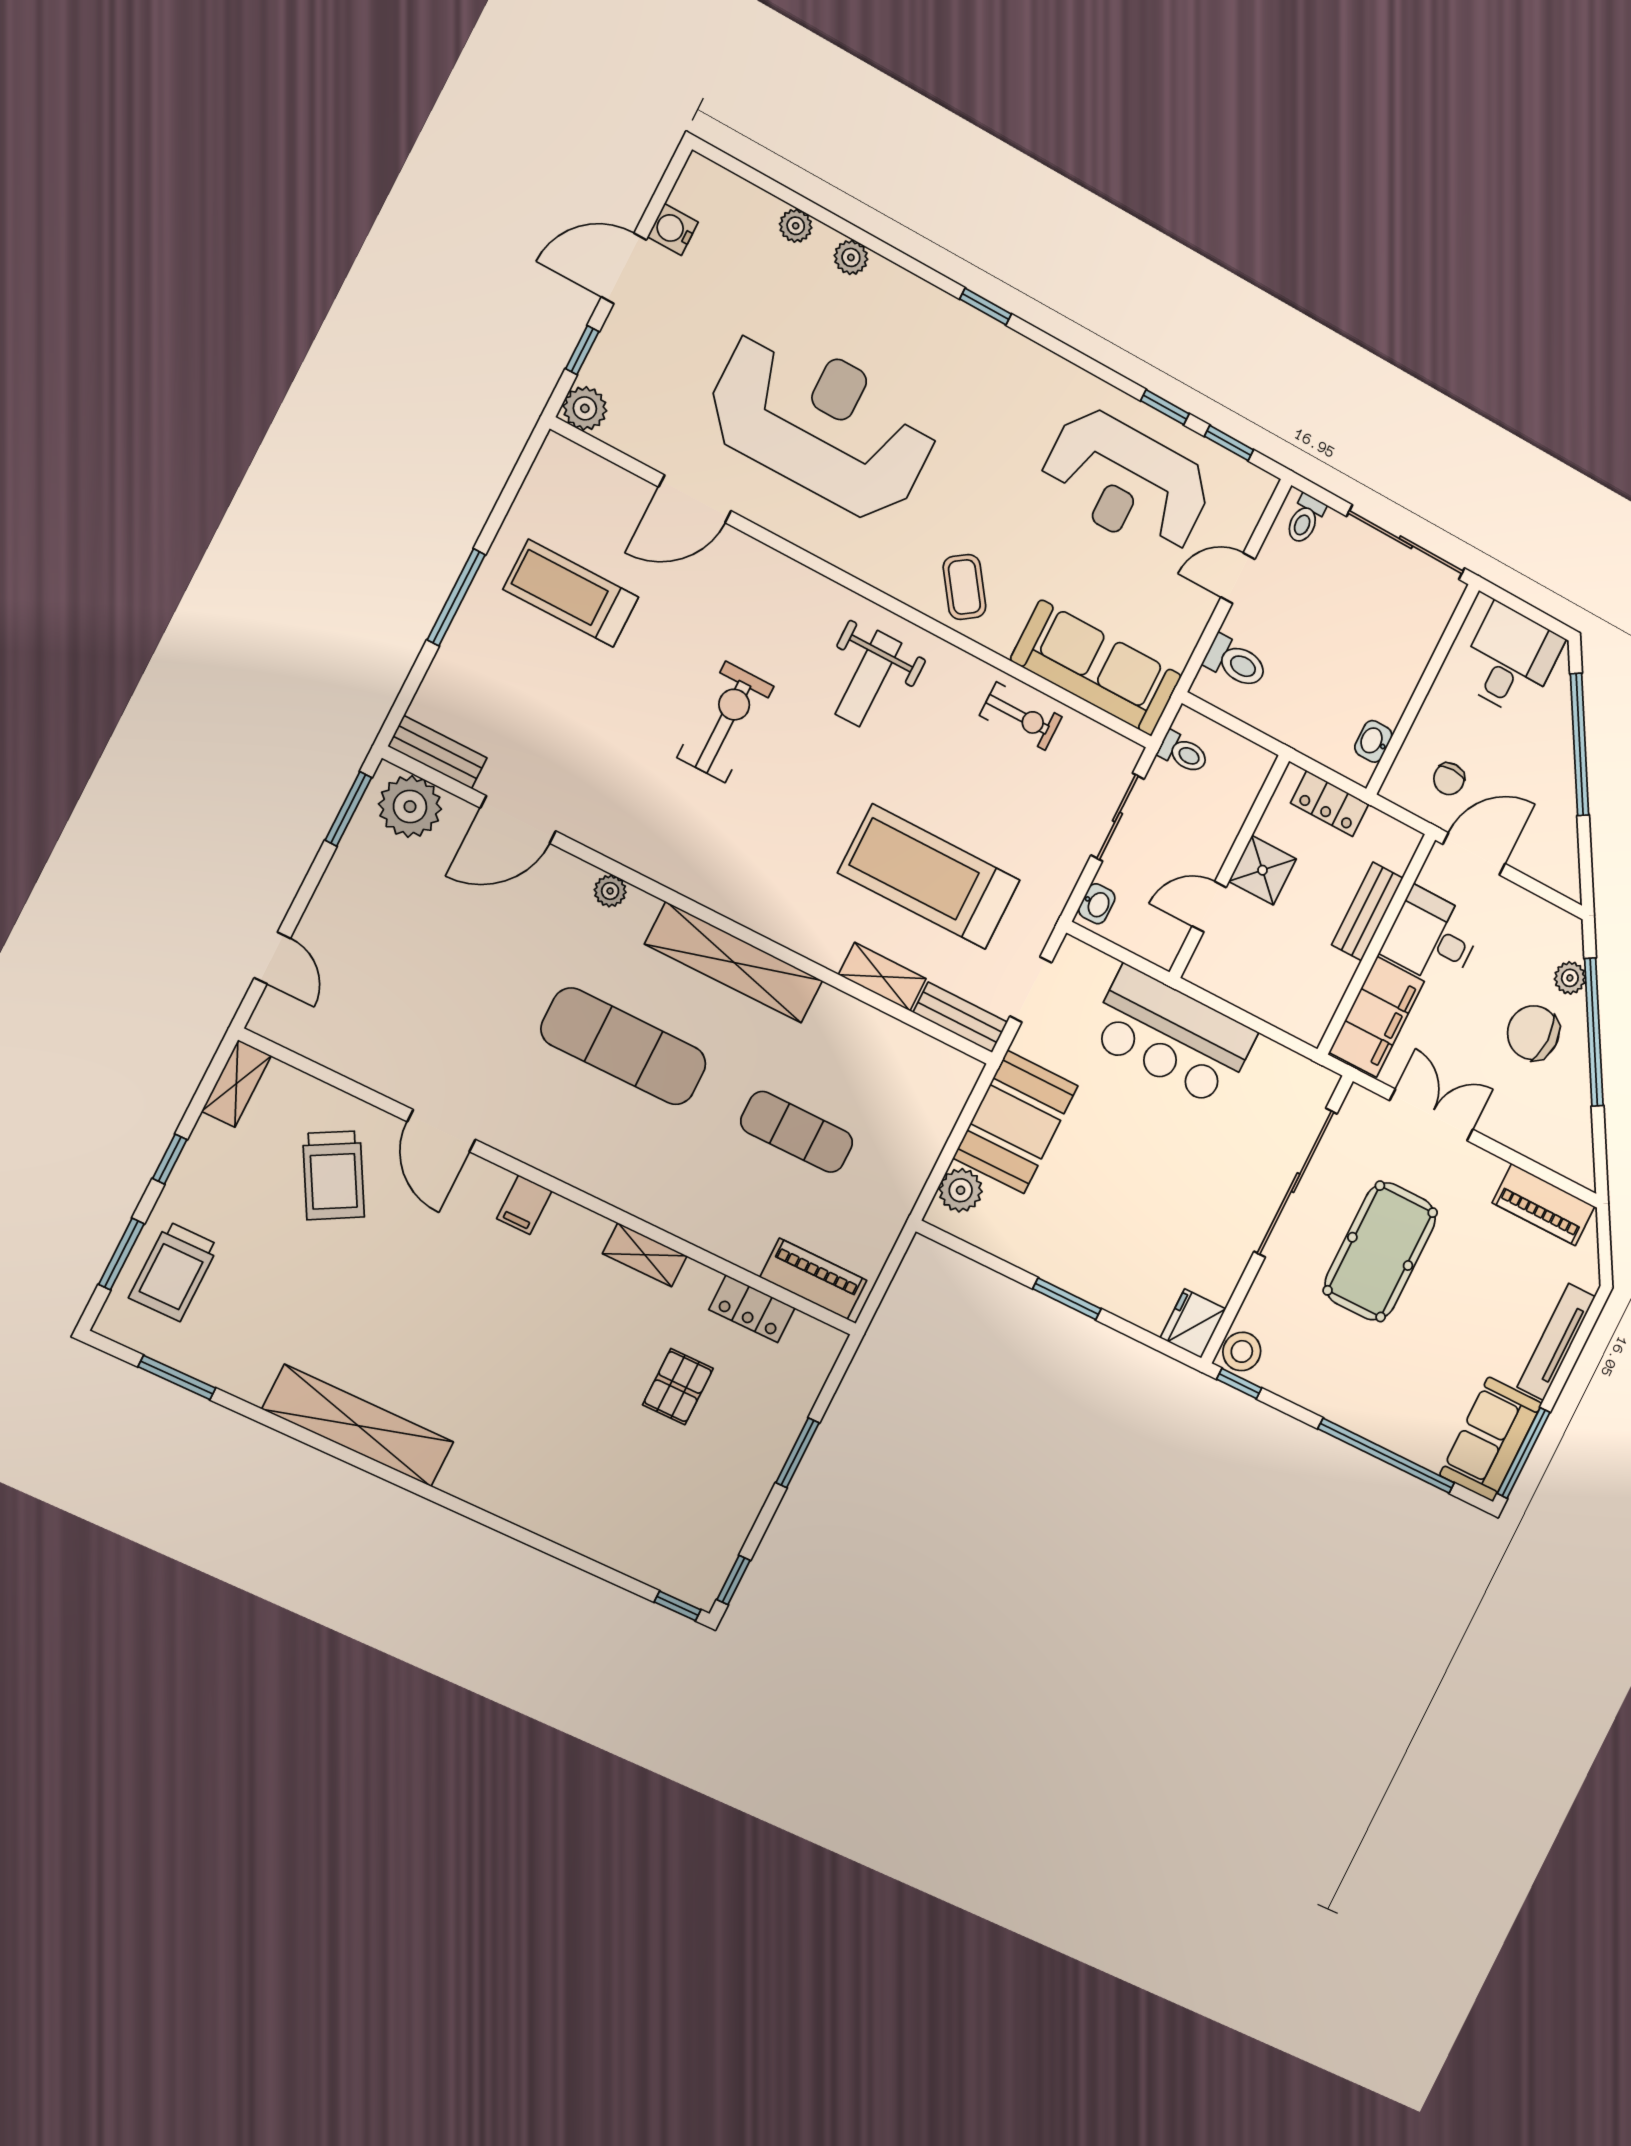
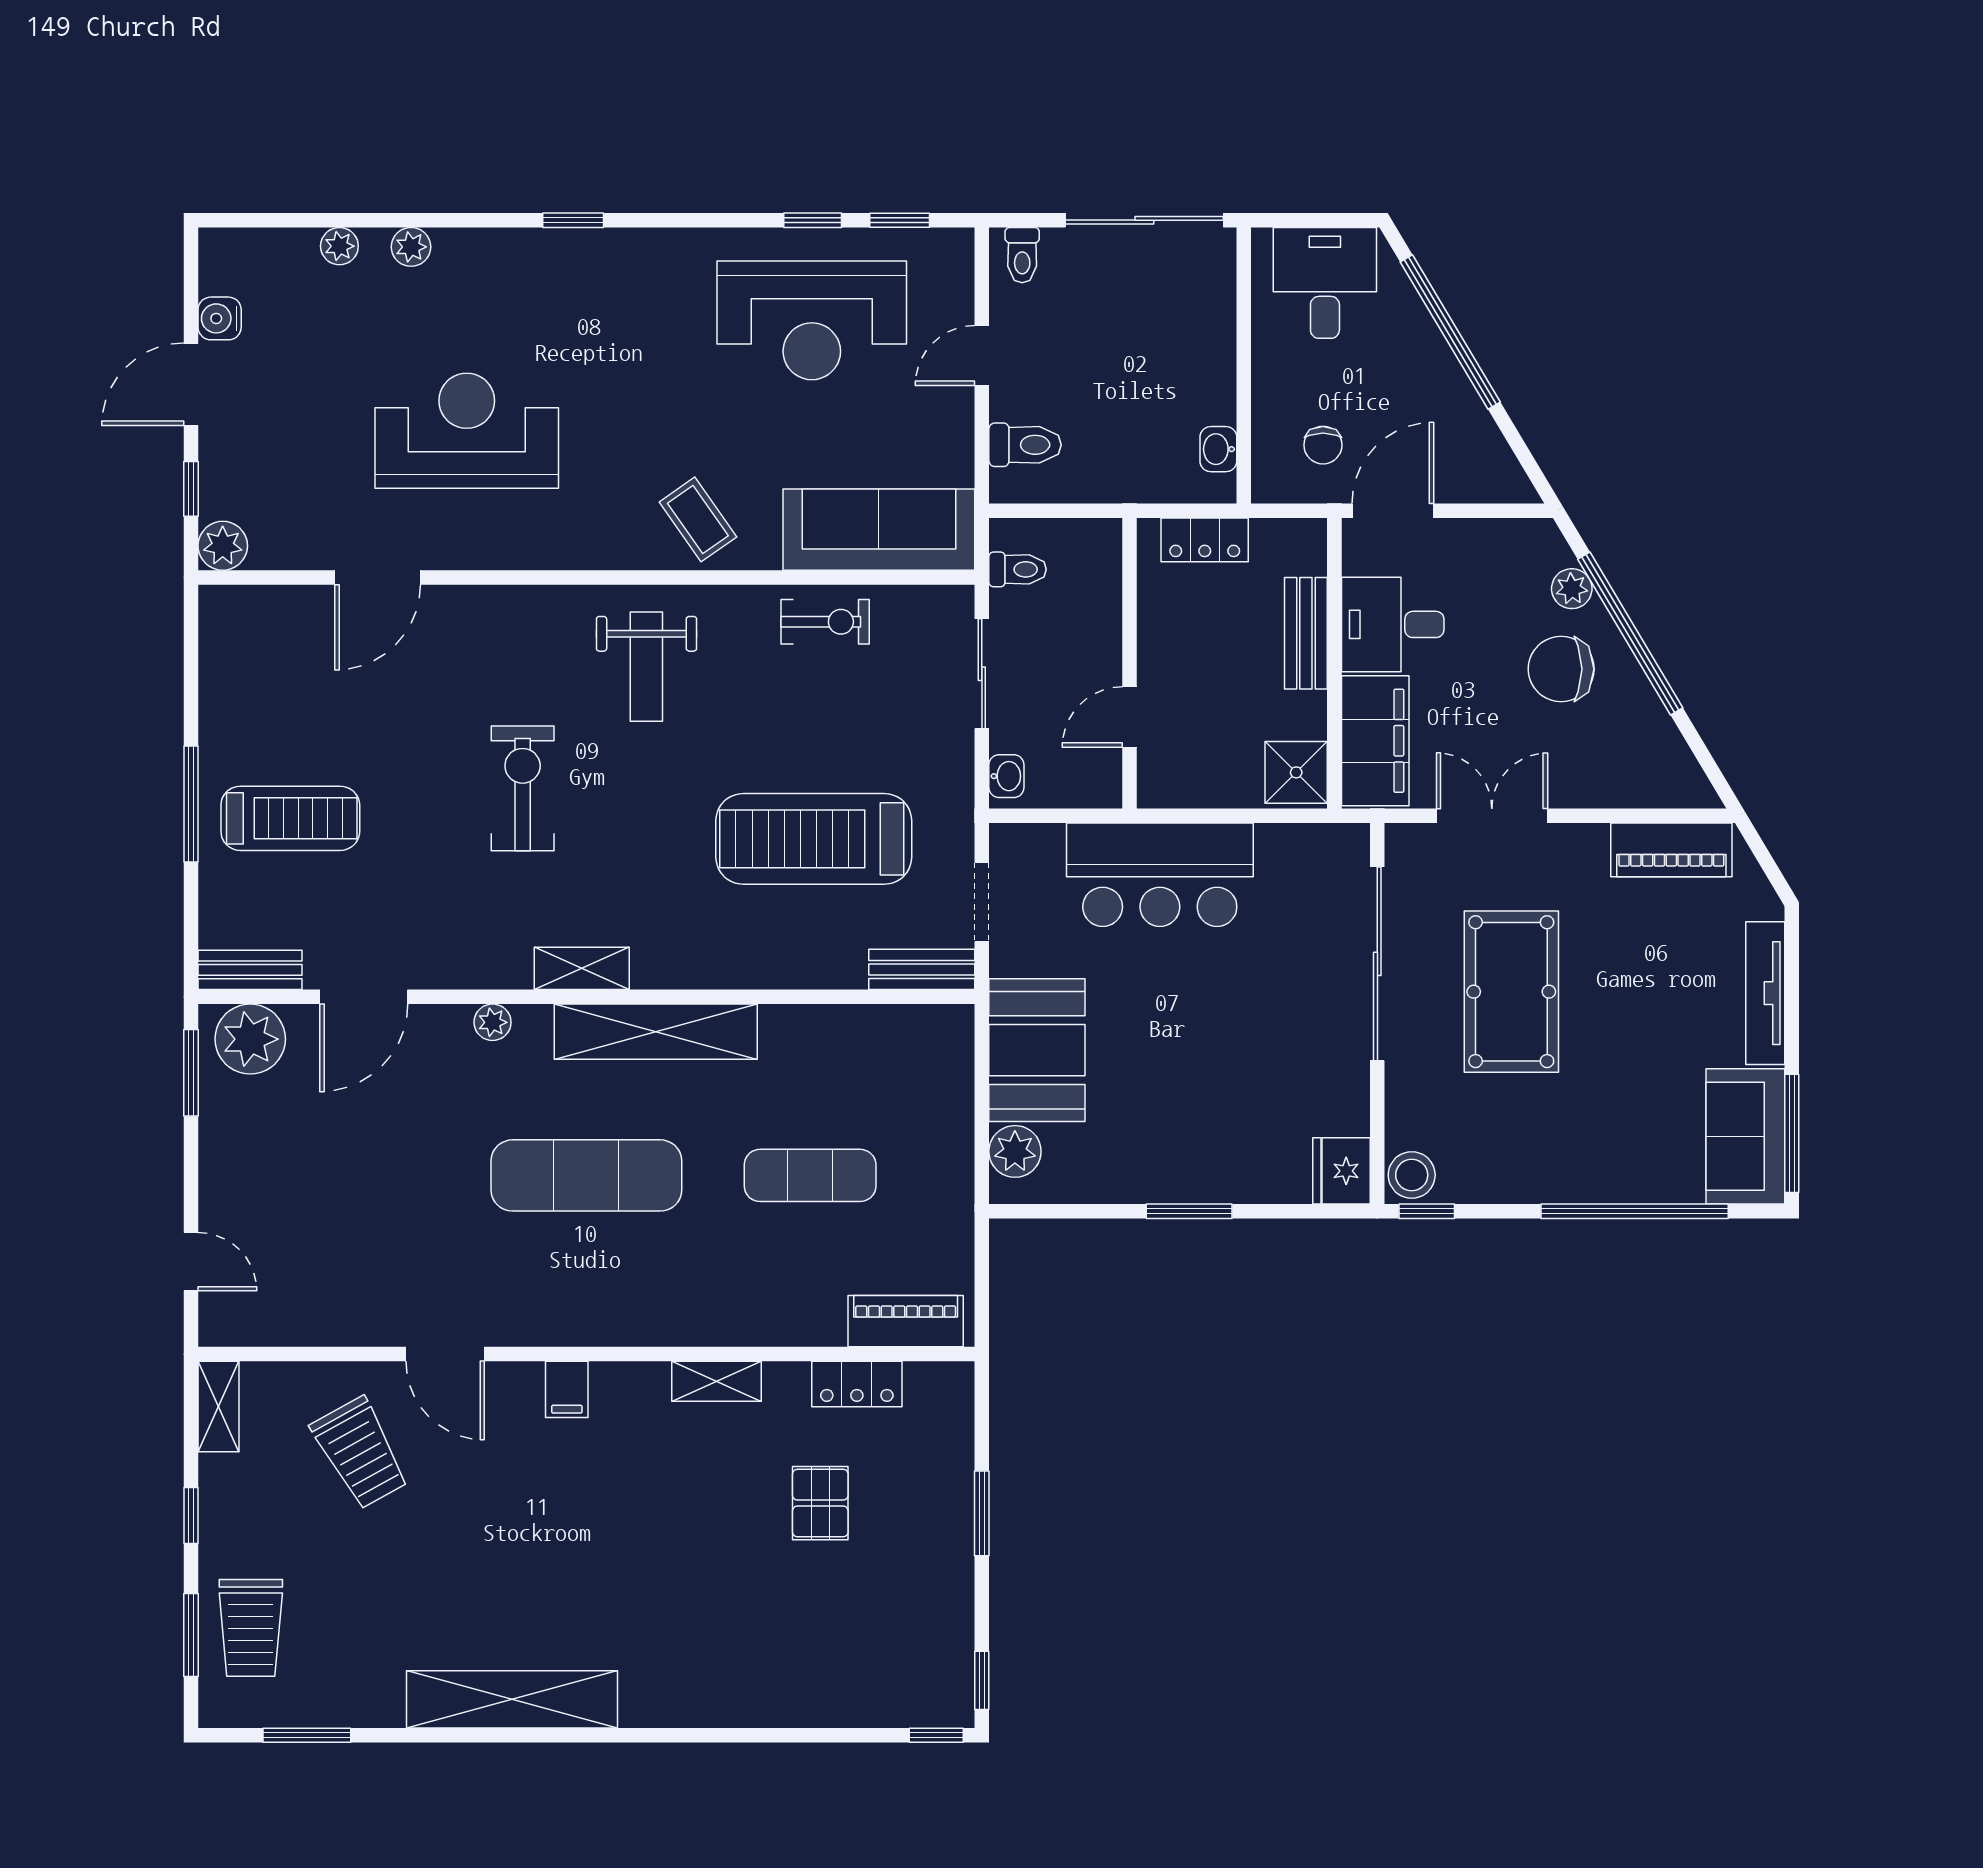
reception desk: (822, 423) -> (467, 431), width x0.74, depth x0.77
treadmill: (571, 593) -> (290, 818), moved, turned 180
shower: (1263, 870) -> (1296, 772), moved
shelving: (882, 977) -> (582, 968), moved

